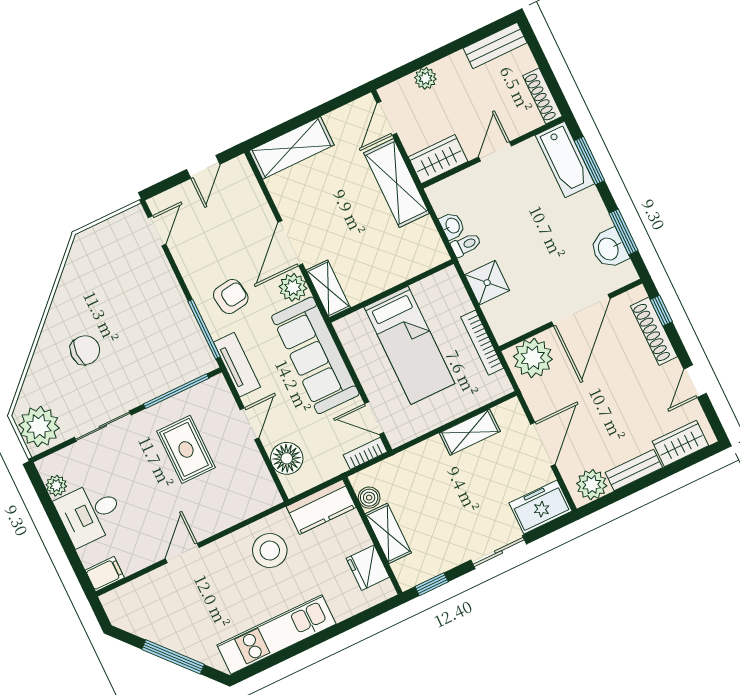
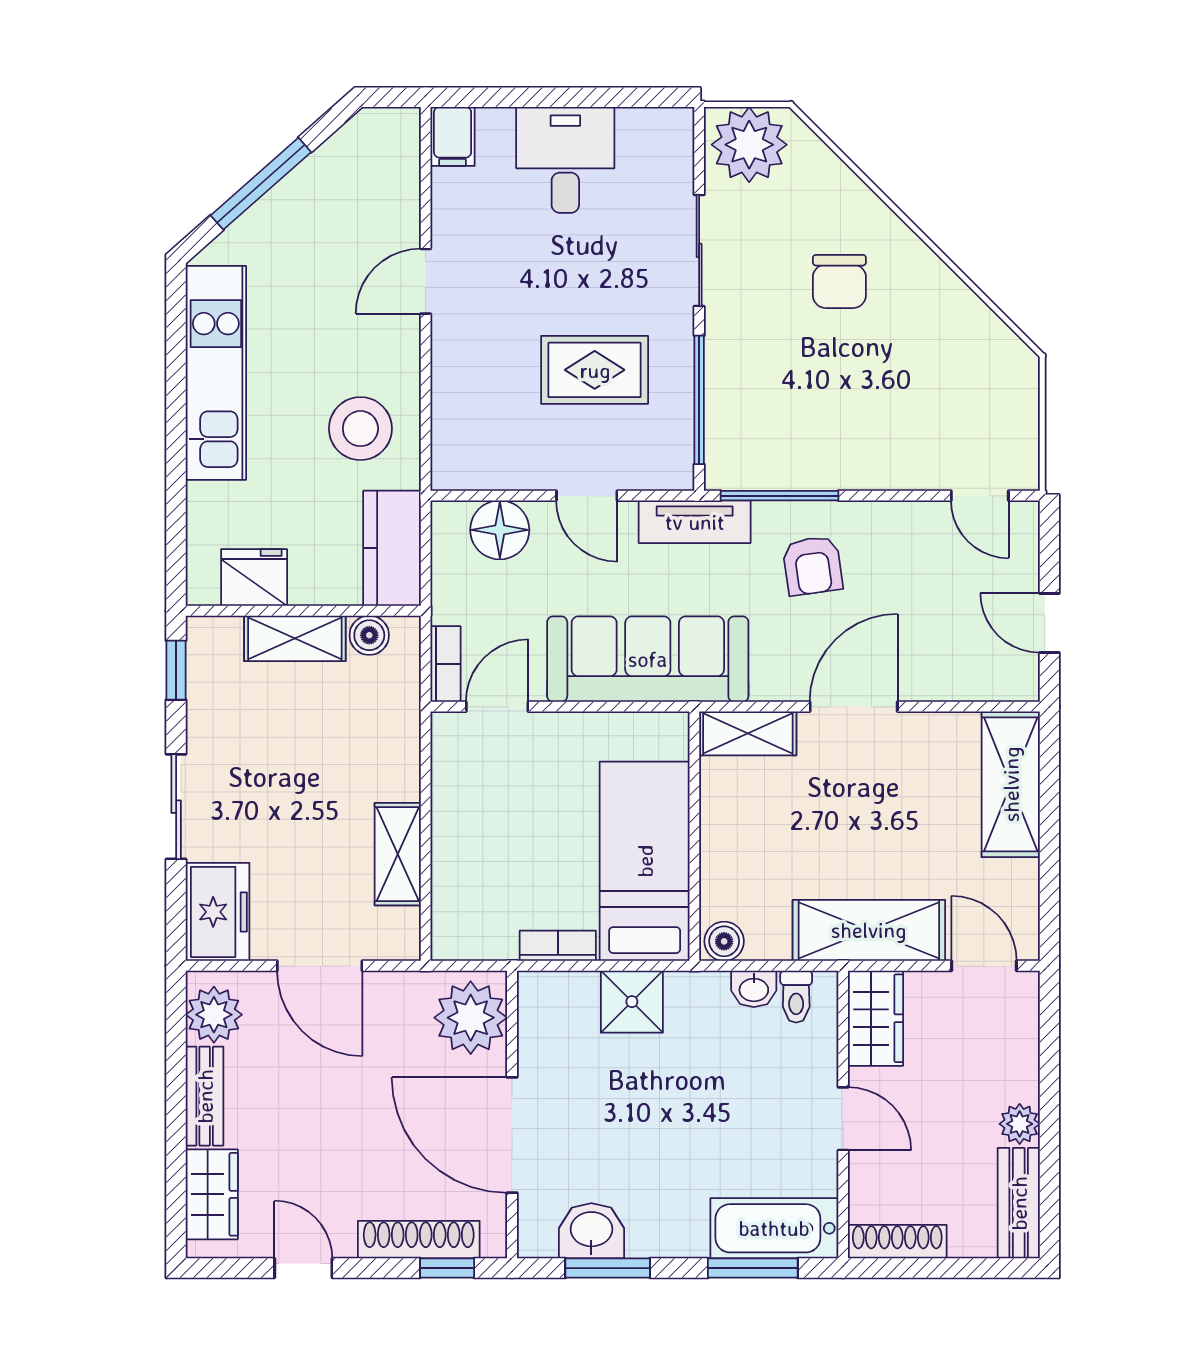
plant: (425, 78) -> (1020, 1124), moved
door: (290, 243) -> (854, 707), hinge flipped
toilet: (466, 245) -> (796, 997), moved
boiler: (436, 252) -> (724, 941), added
plant: (293, 287) -> (778, 676), removed
bookcase: (482, 343) -> (558, 946), width x0.64
bed: (409, 345) -> (645, 861), moved, turned 90
plant: (56, 486) -> (638, 126), removed
door: (182, 553) -> (426, 281), swing flipped

